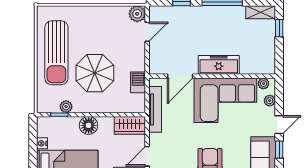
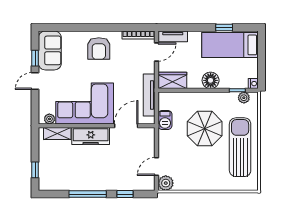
shelving: (261, 12) -> (57, 133), moved
plant: (270, 101) -> (44, 103), removed
plant: (66, 107) -> (244, 98), moved
nightstand: (42, 143) -> (253, 84), moved

